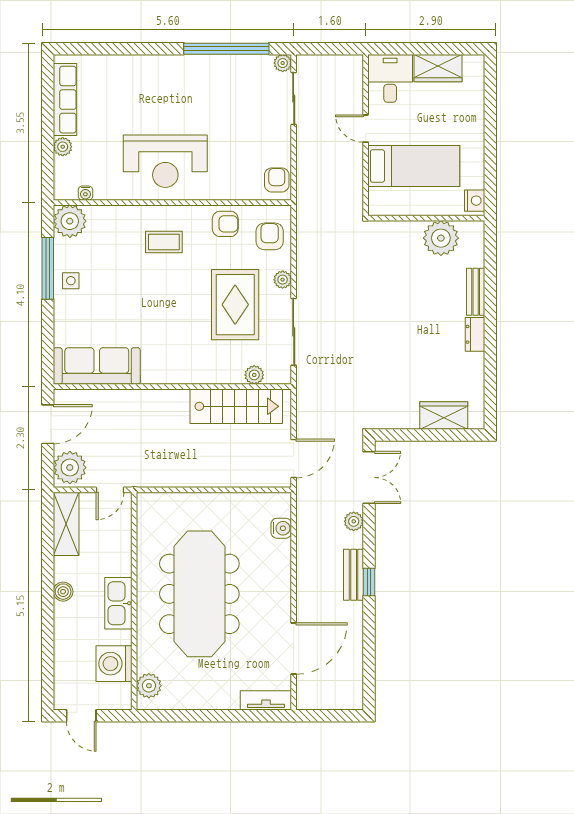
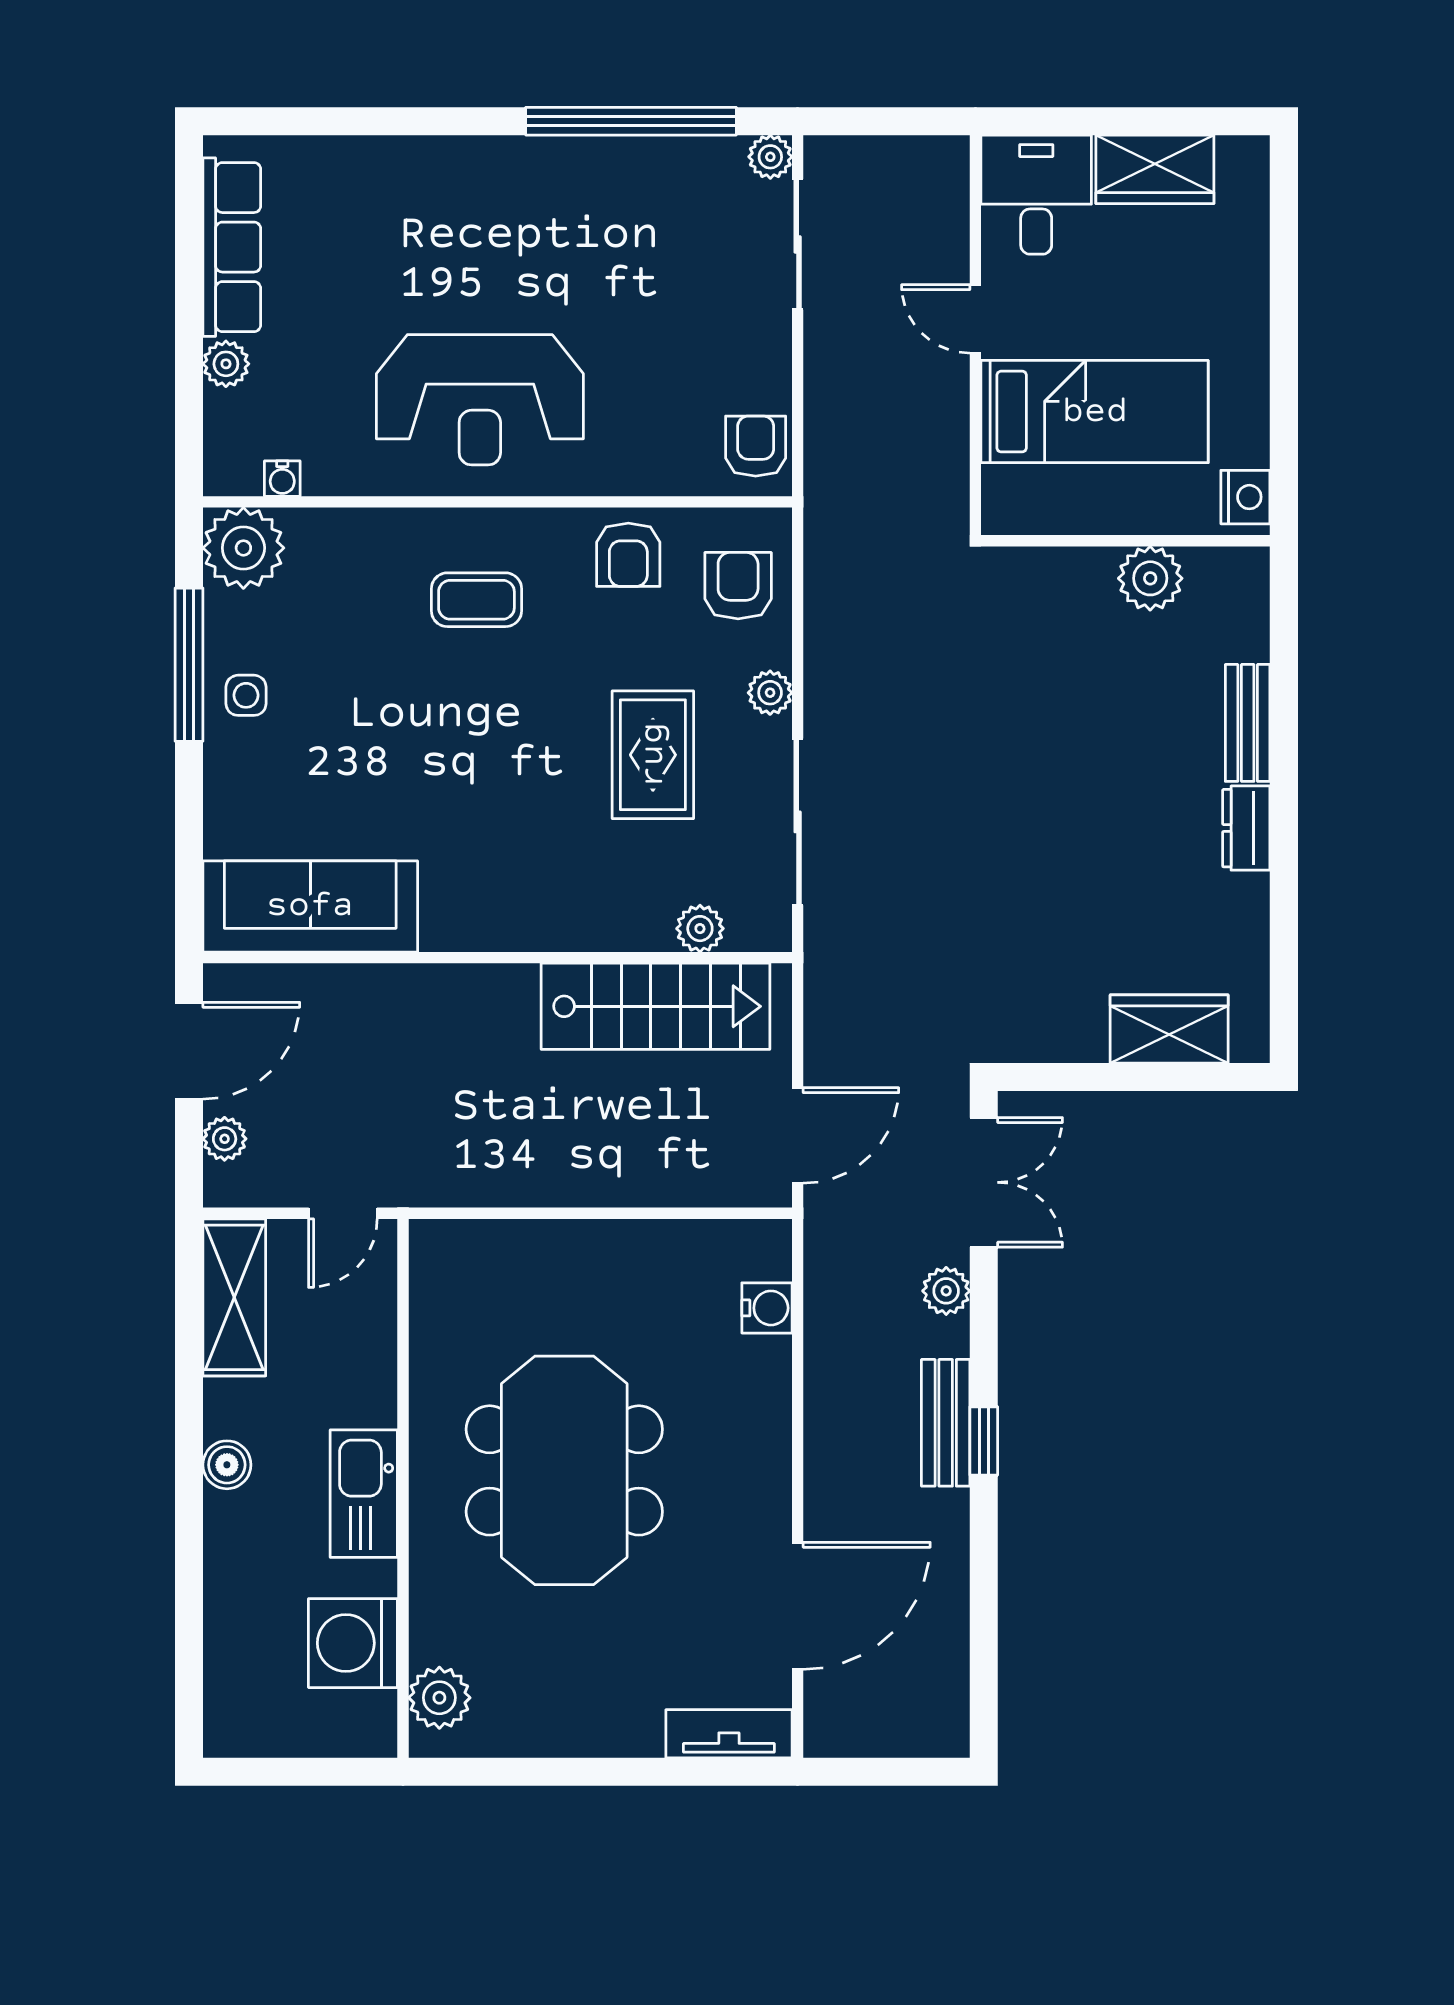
armchair: (225, 224) -> (628, 555), turned 90
plant: (441, 238) -> (1150, 578), width x0.73, depth x0.73
rug: (235, 305) -> (653, 755), width x0.73, depth x0.70
plant: (70, 468) -> (225, 1139), width x0.53, depth x0.53
meeting table: (199, 594) -> (564, 1470), width x0.73
door: (81, 716) -> (272, 1772), removed

